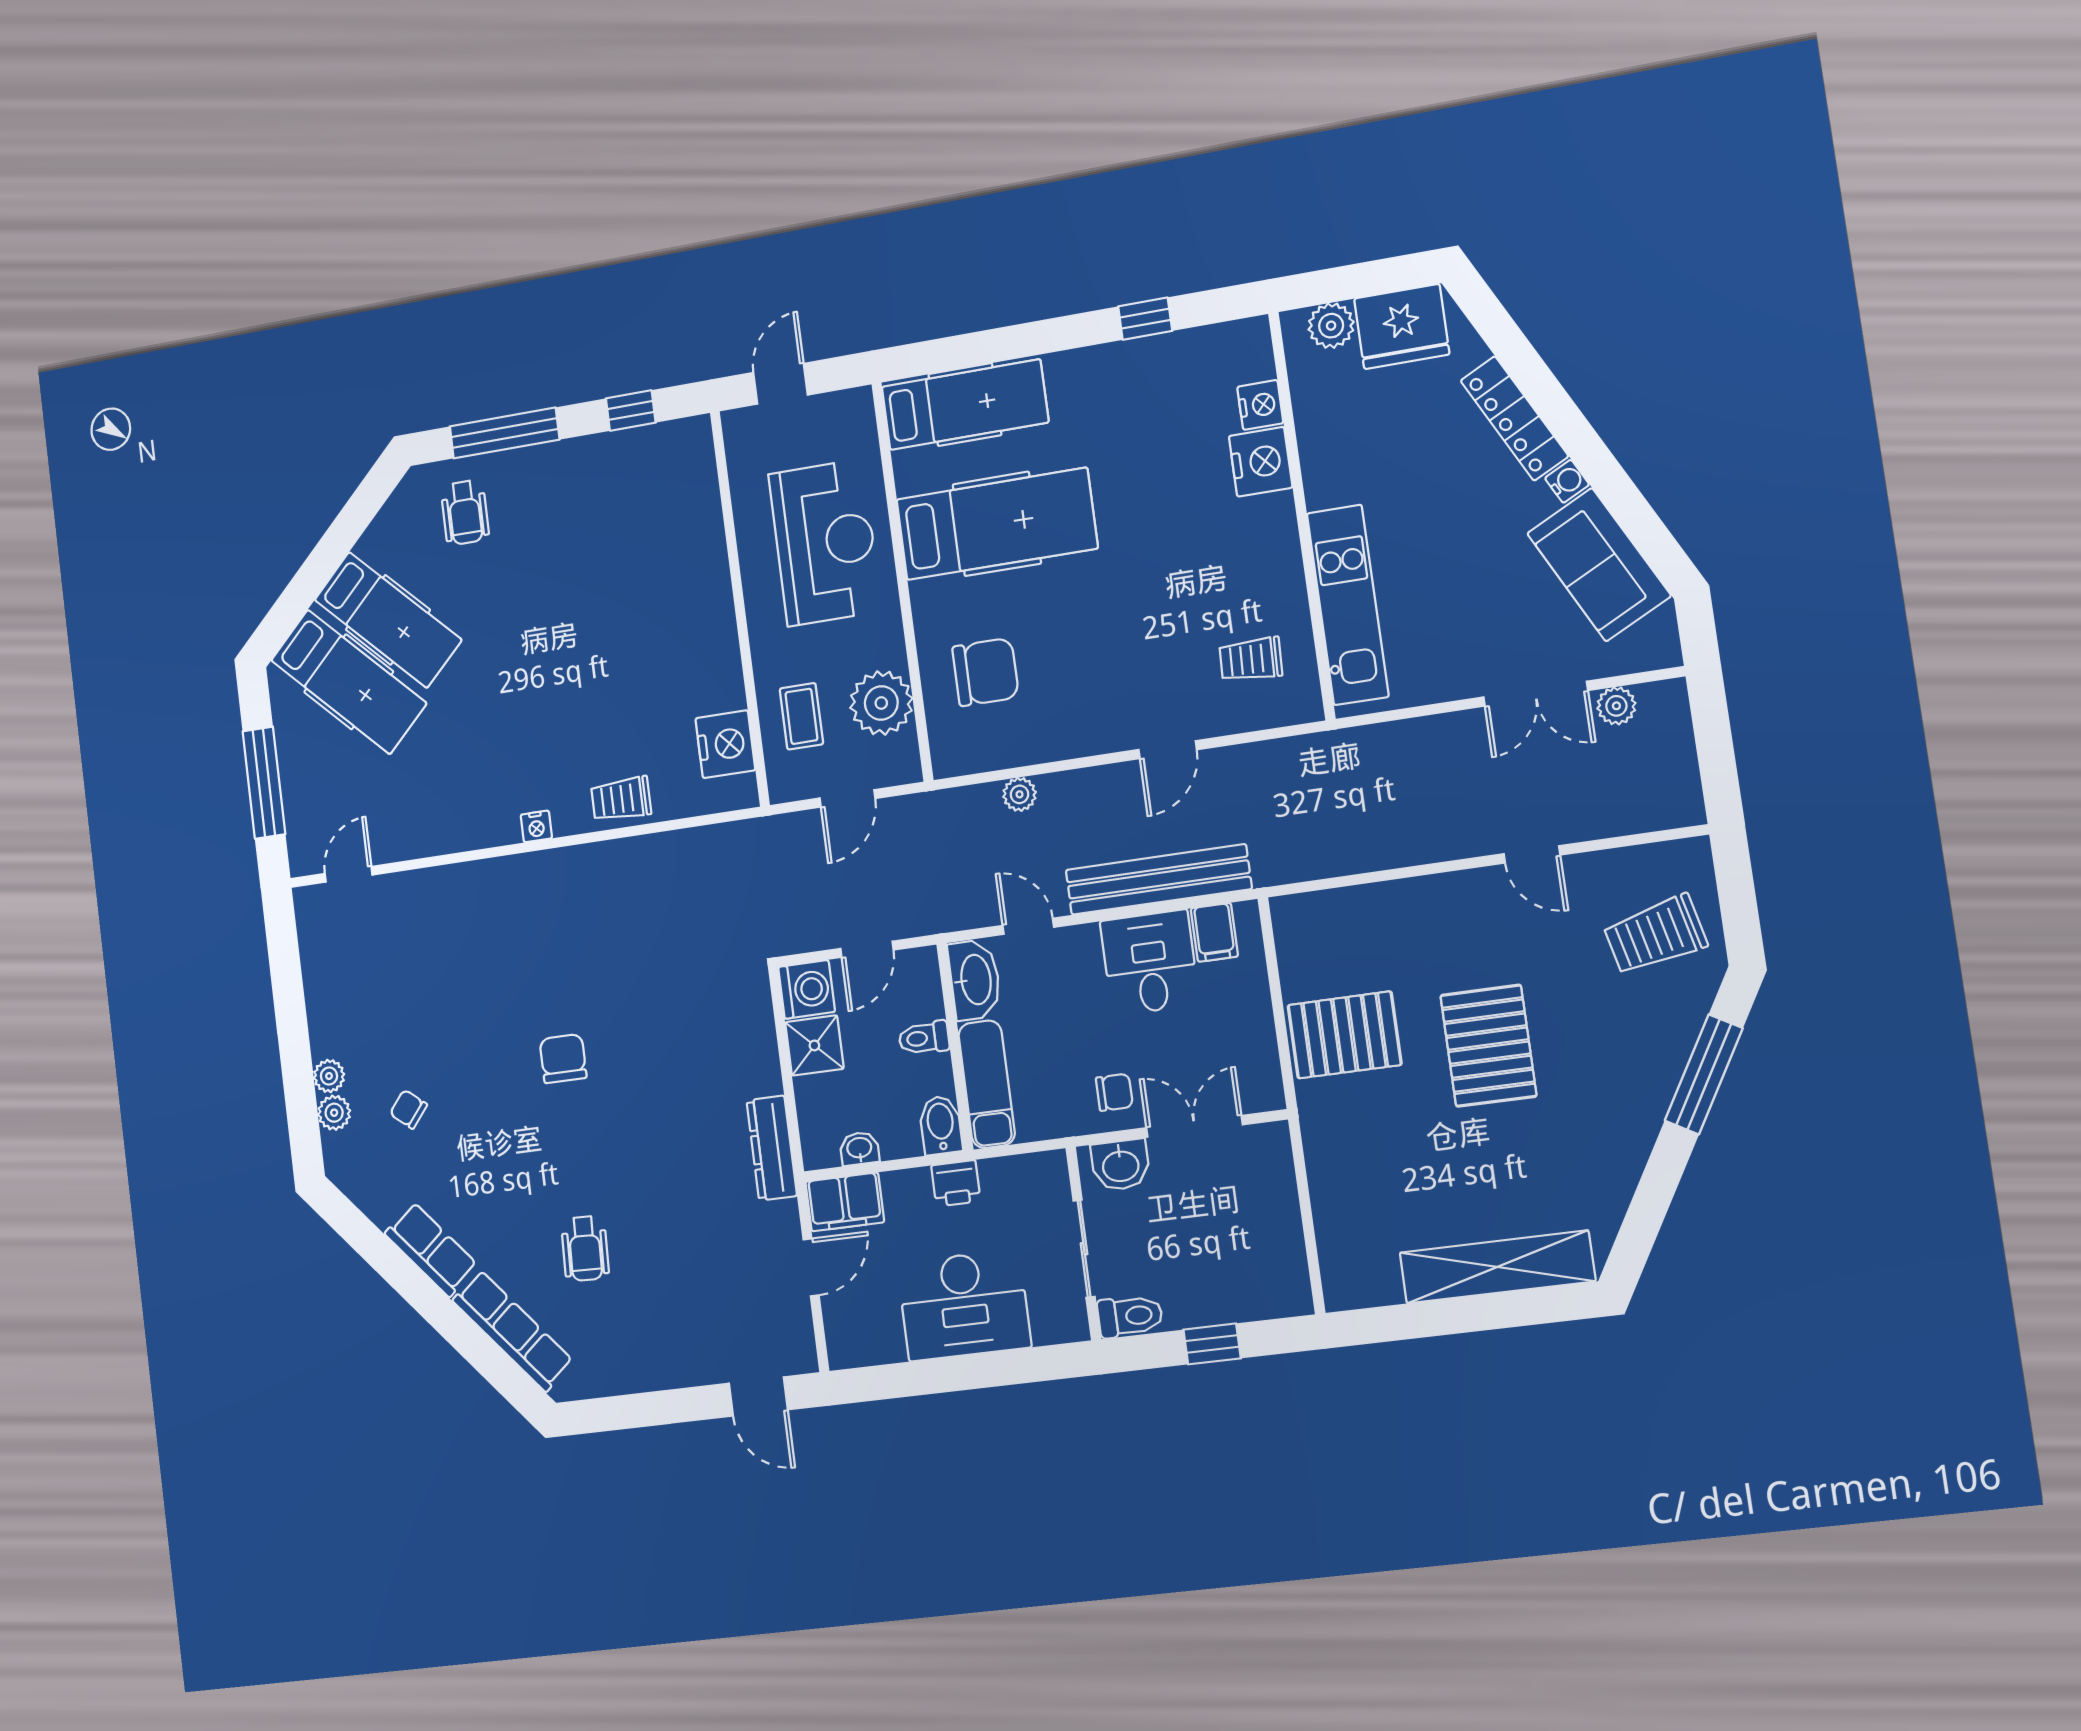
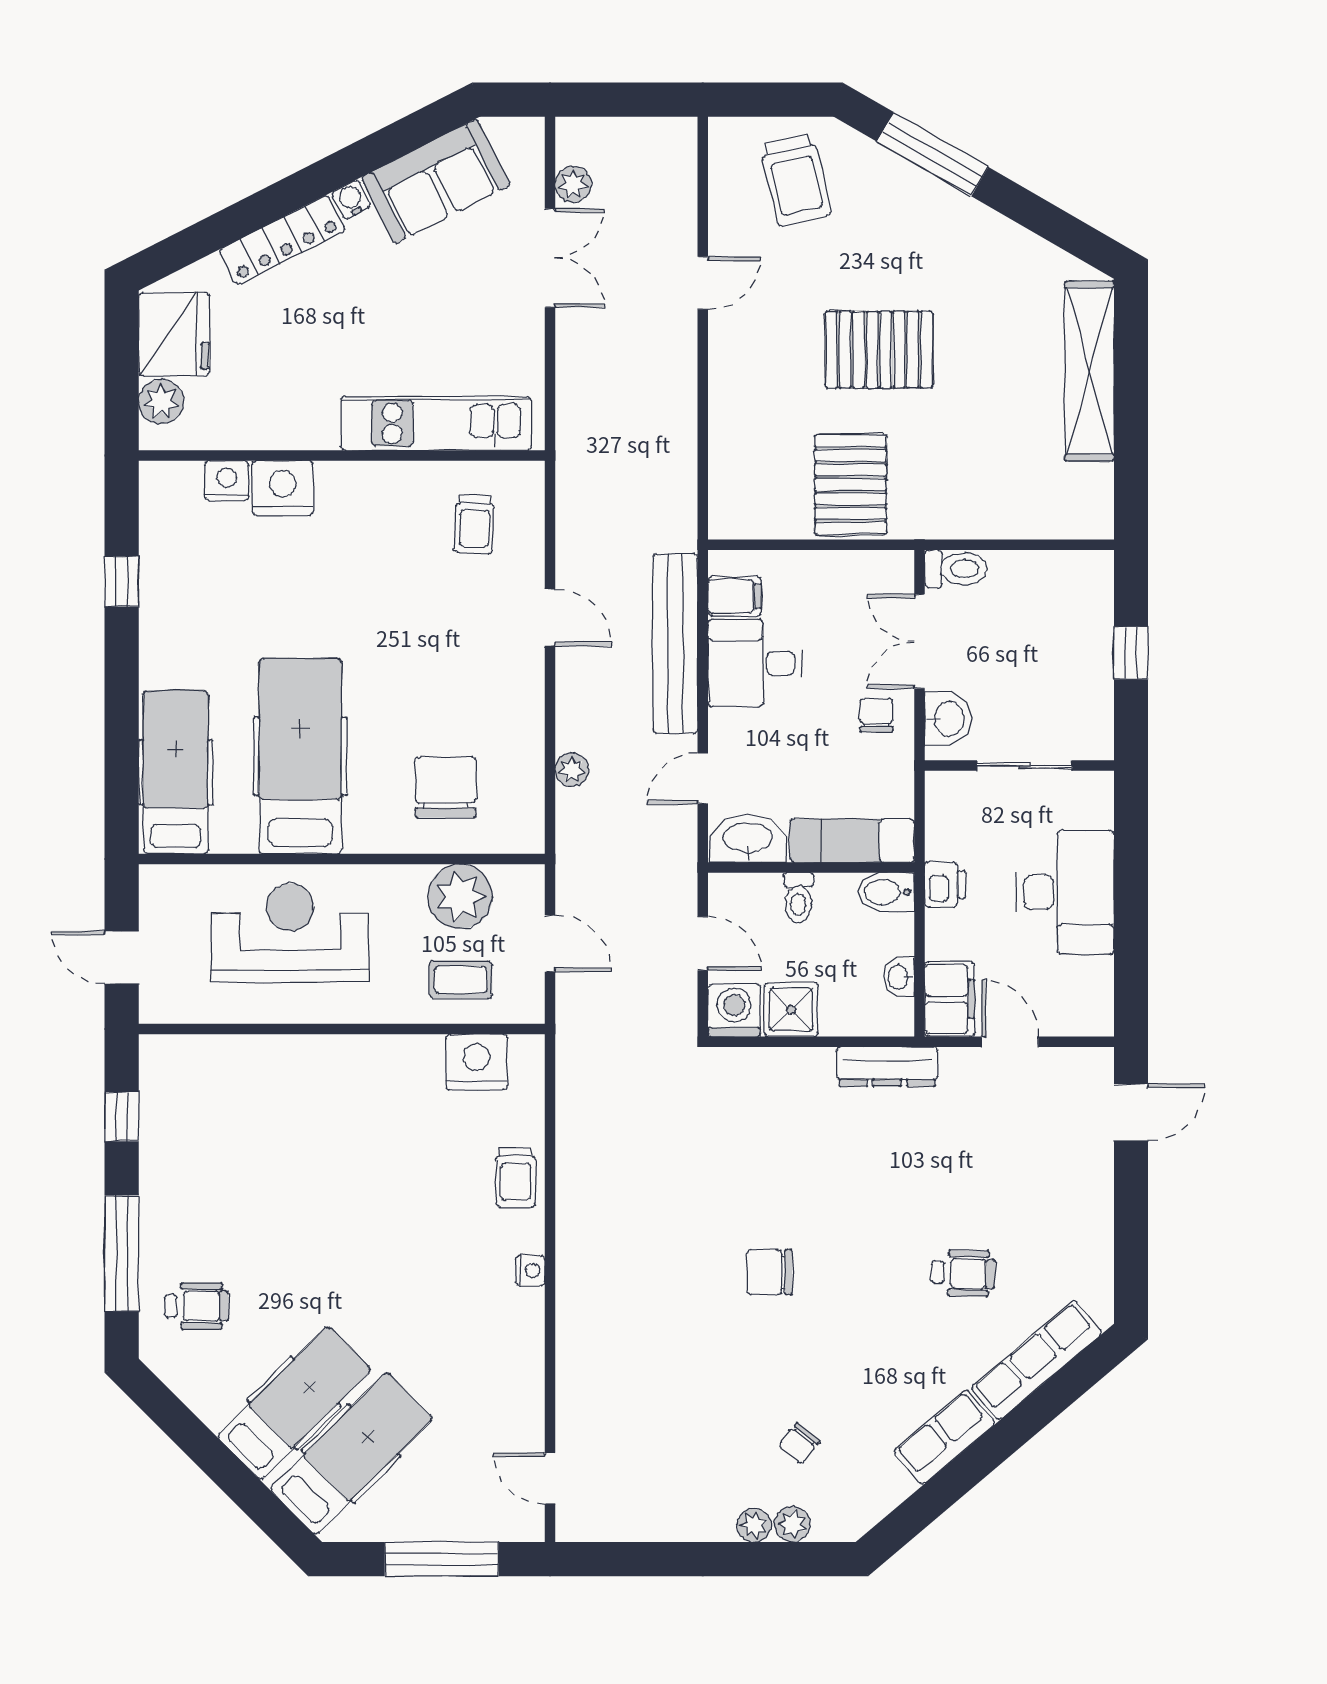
toilet: (1130, 1316) -> (956, 569), moved, turned 90

